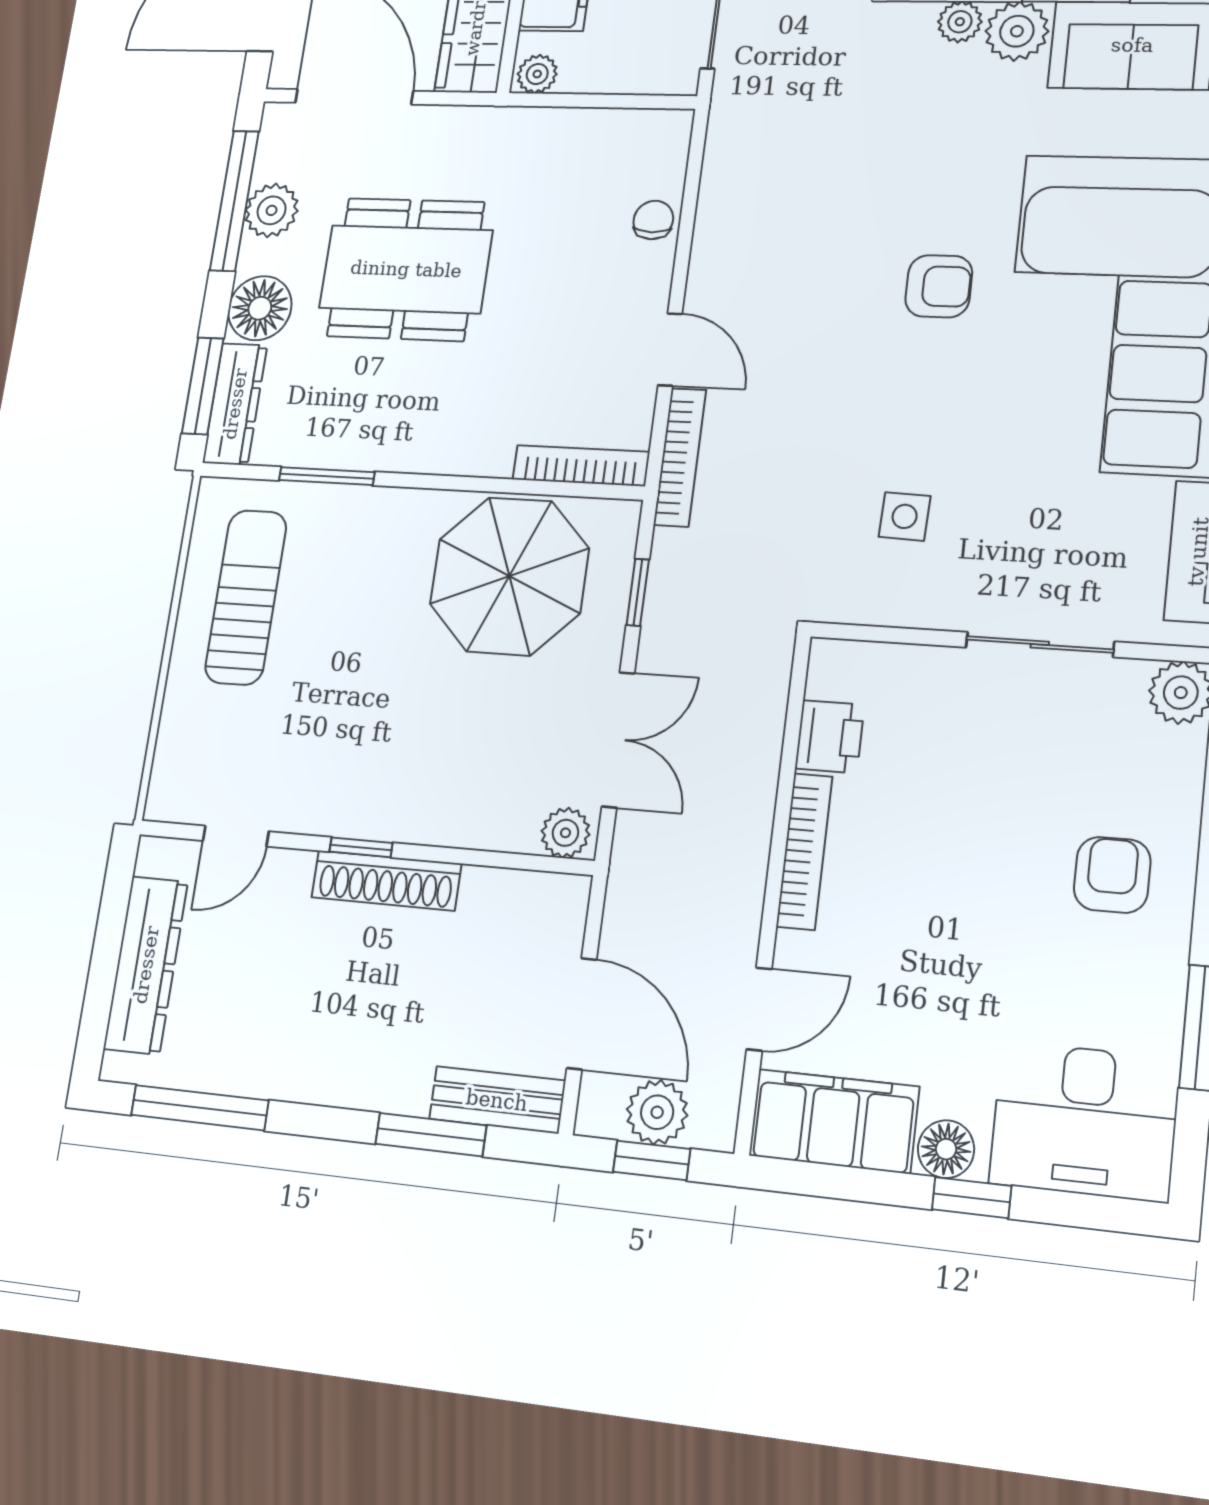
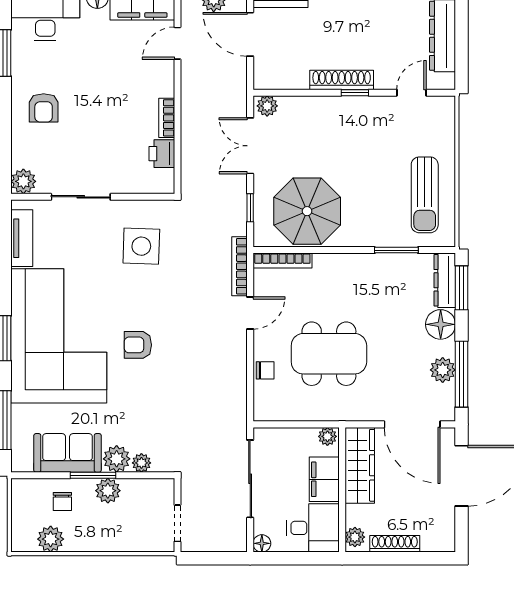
chair: (653, 220) -> (265, 370), turned -90
dining table: (406, 269) -> (329, 354), moved
door: (670, 349) -> (250, 313), swing flipped
side table: (905, 516) -> (141, 246), width x1.87, depth x1.87
bookcase: (804, 851) -> (167, 118), width x0.64

